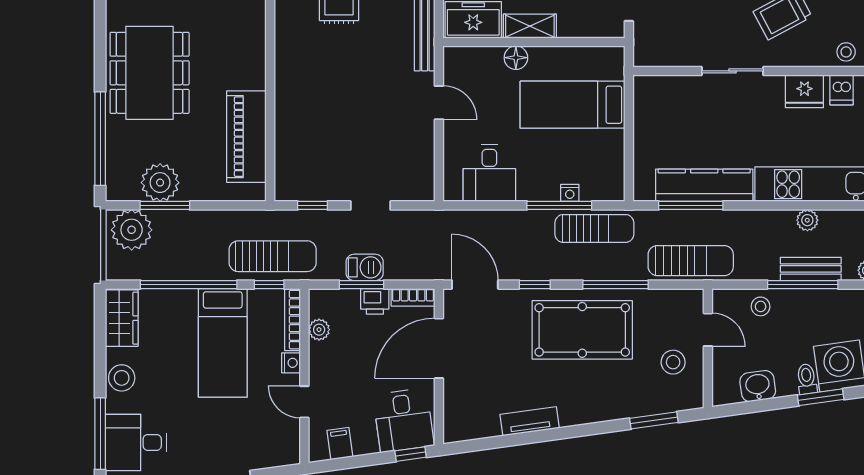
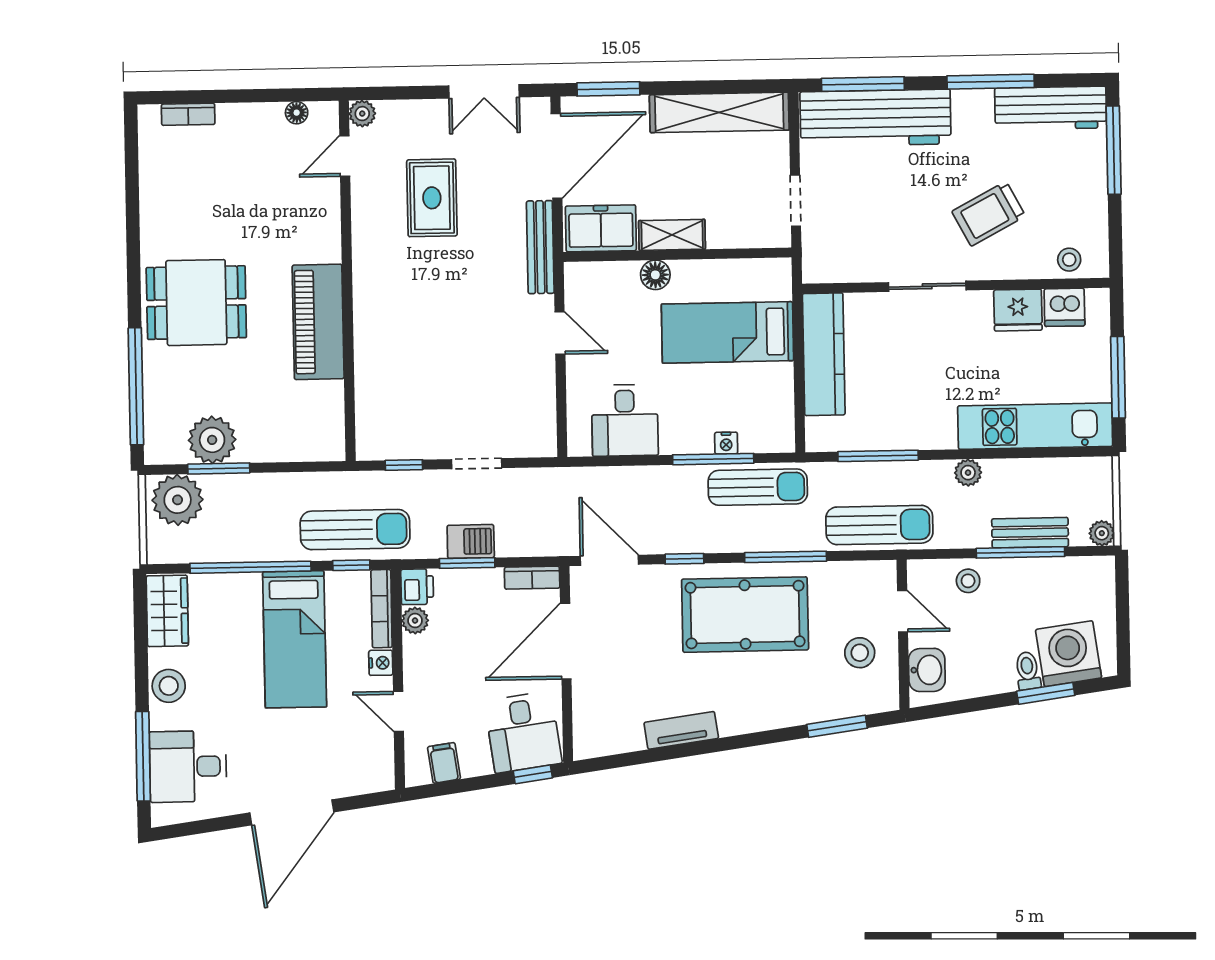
dining table: (150, 73) -> (196, 303), width x0.73
dishwasher: (842, 90) -> (1064, 307), width x1.38
piano: (246, 137) -> (318, 322), moved
kitchen counter: (704, 185) -> (824, 354), moved, turned 90
plant: (807, 220) -> (968, 473), moved
printer: (375, 301) -> (417, 587), moved, turned -90
washbasin: (758, 386) -> (927, 670), moved, turned 98

